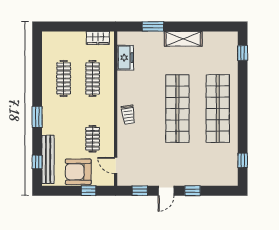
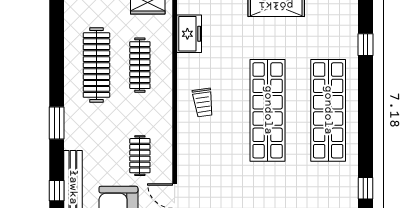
window: (243, 53) -> (366, 45), moved
clothes rail: (64, 78) -> (96, 65), width x1.37, depth x1.31
trolley: (128, 115) -> (203, 103), moved

